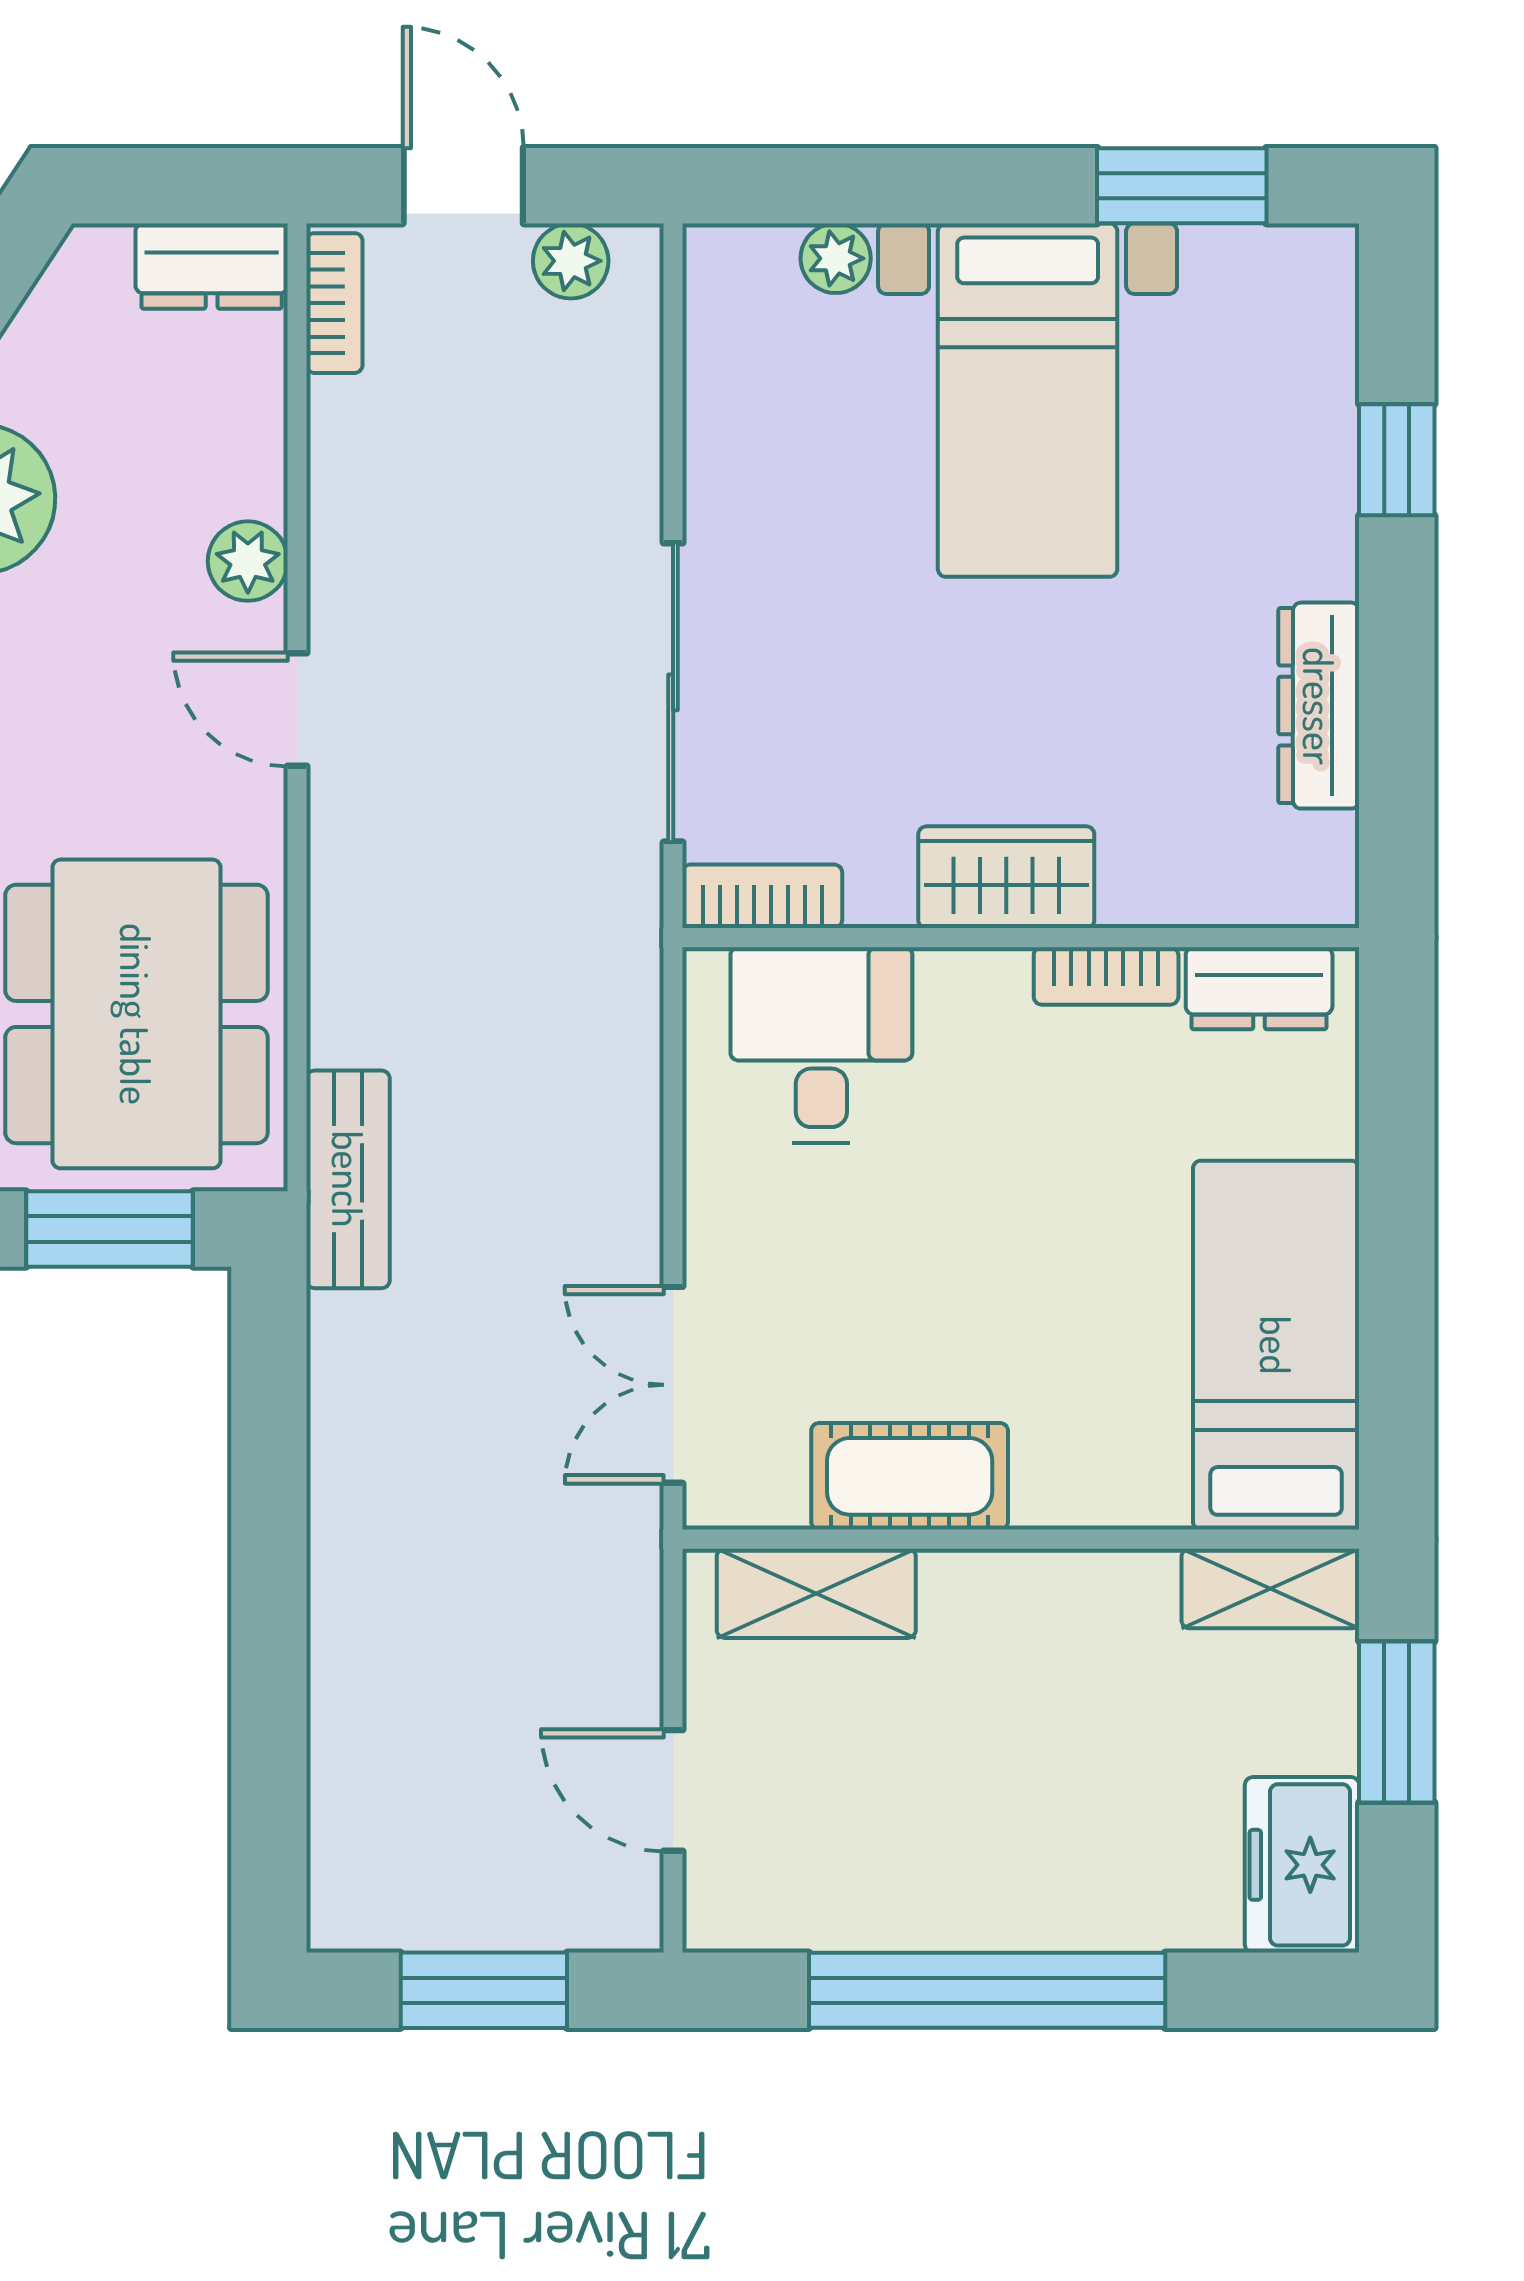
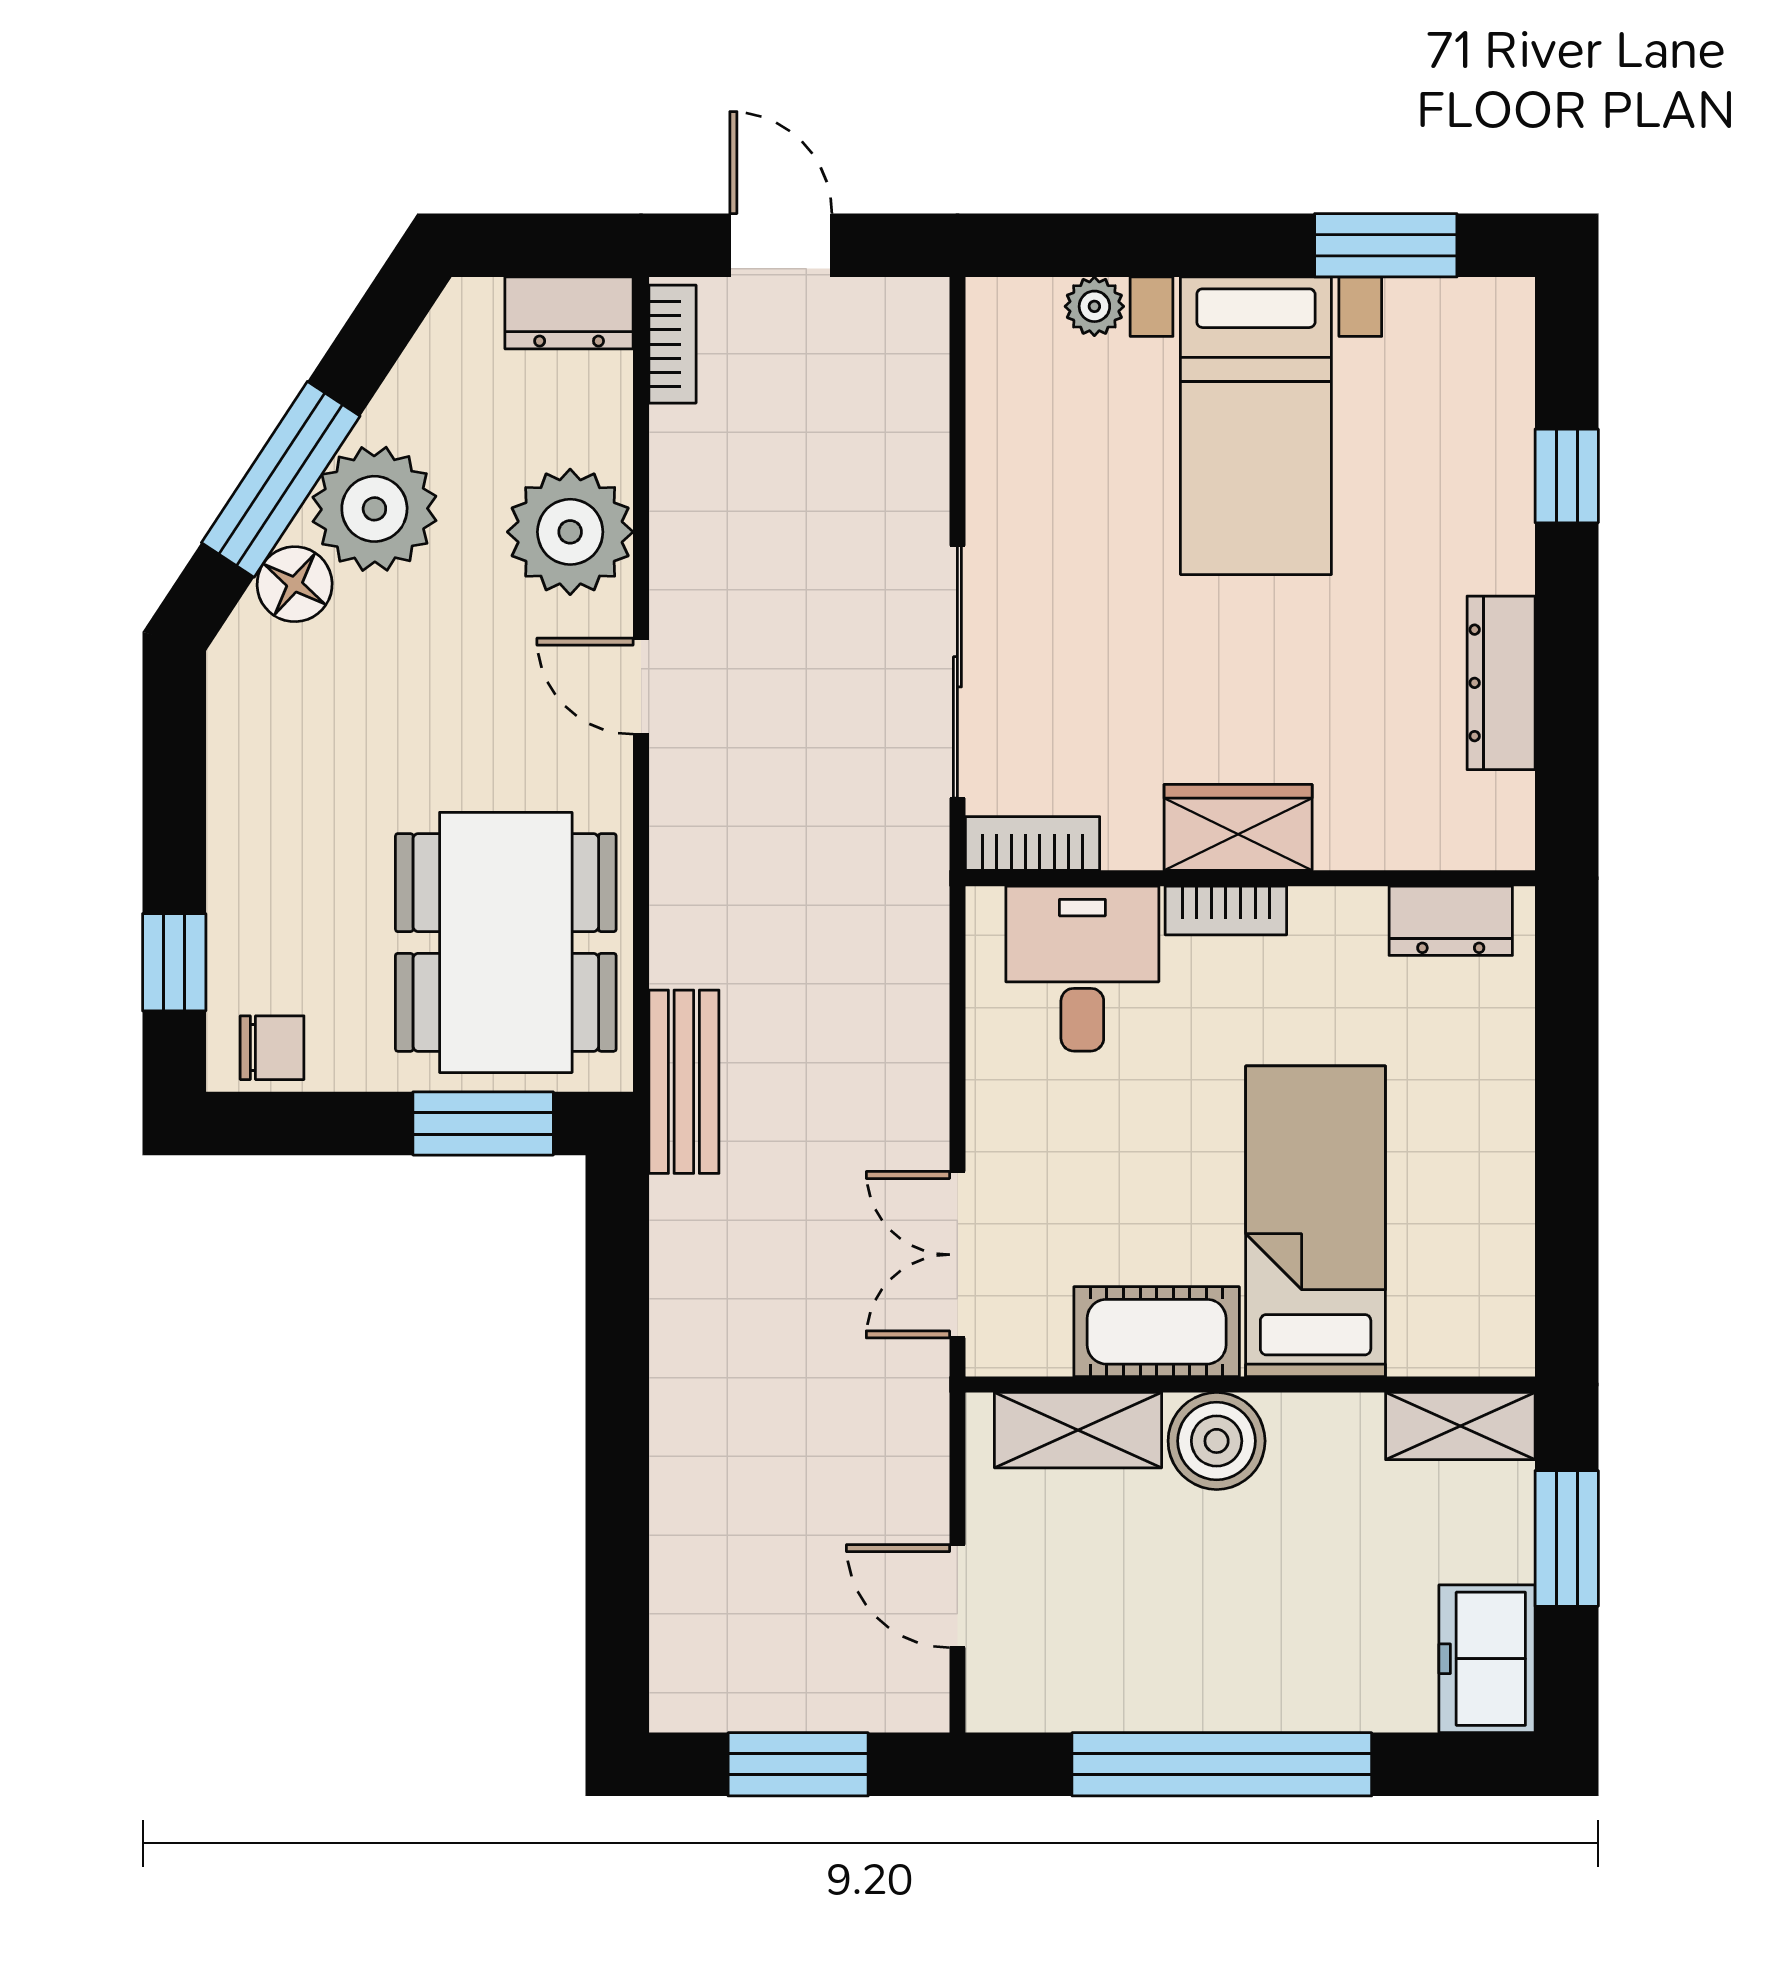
plant: (571, 261) -> (871, 309), removed
plant: (248, 561) -> (570, 532), width x1.88, depth x1.88
bookcase: (1106, 976) -> (1226, 910), moved
bed: (1276, 1345) -> (1316, 1221), moved
boiler: (981, 1606) -> (1217, 1441), added

